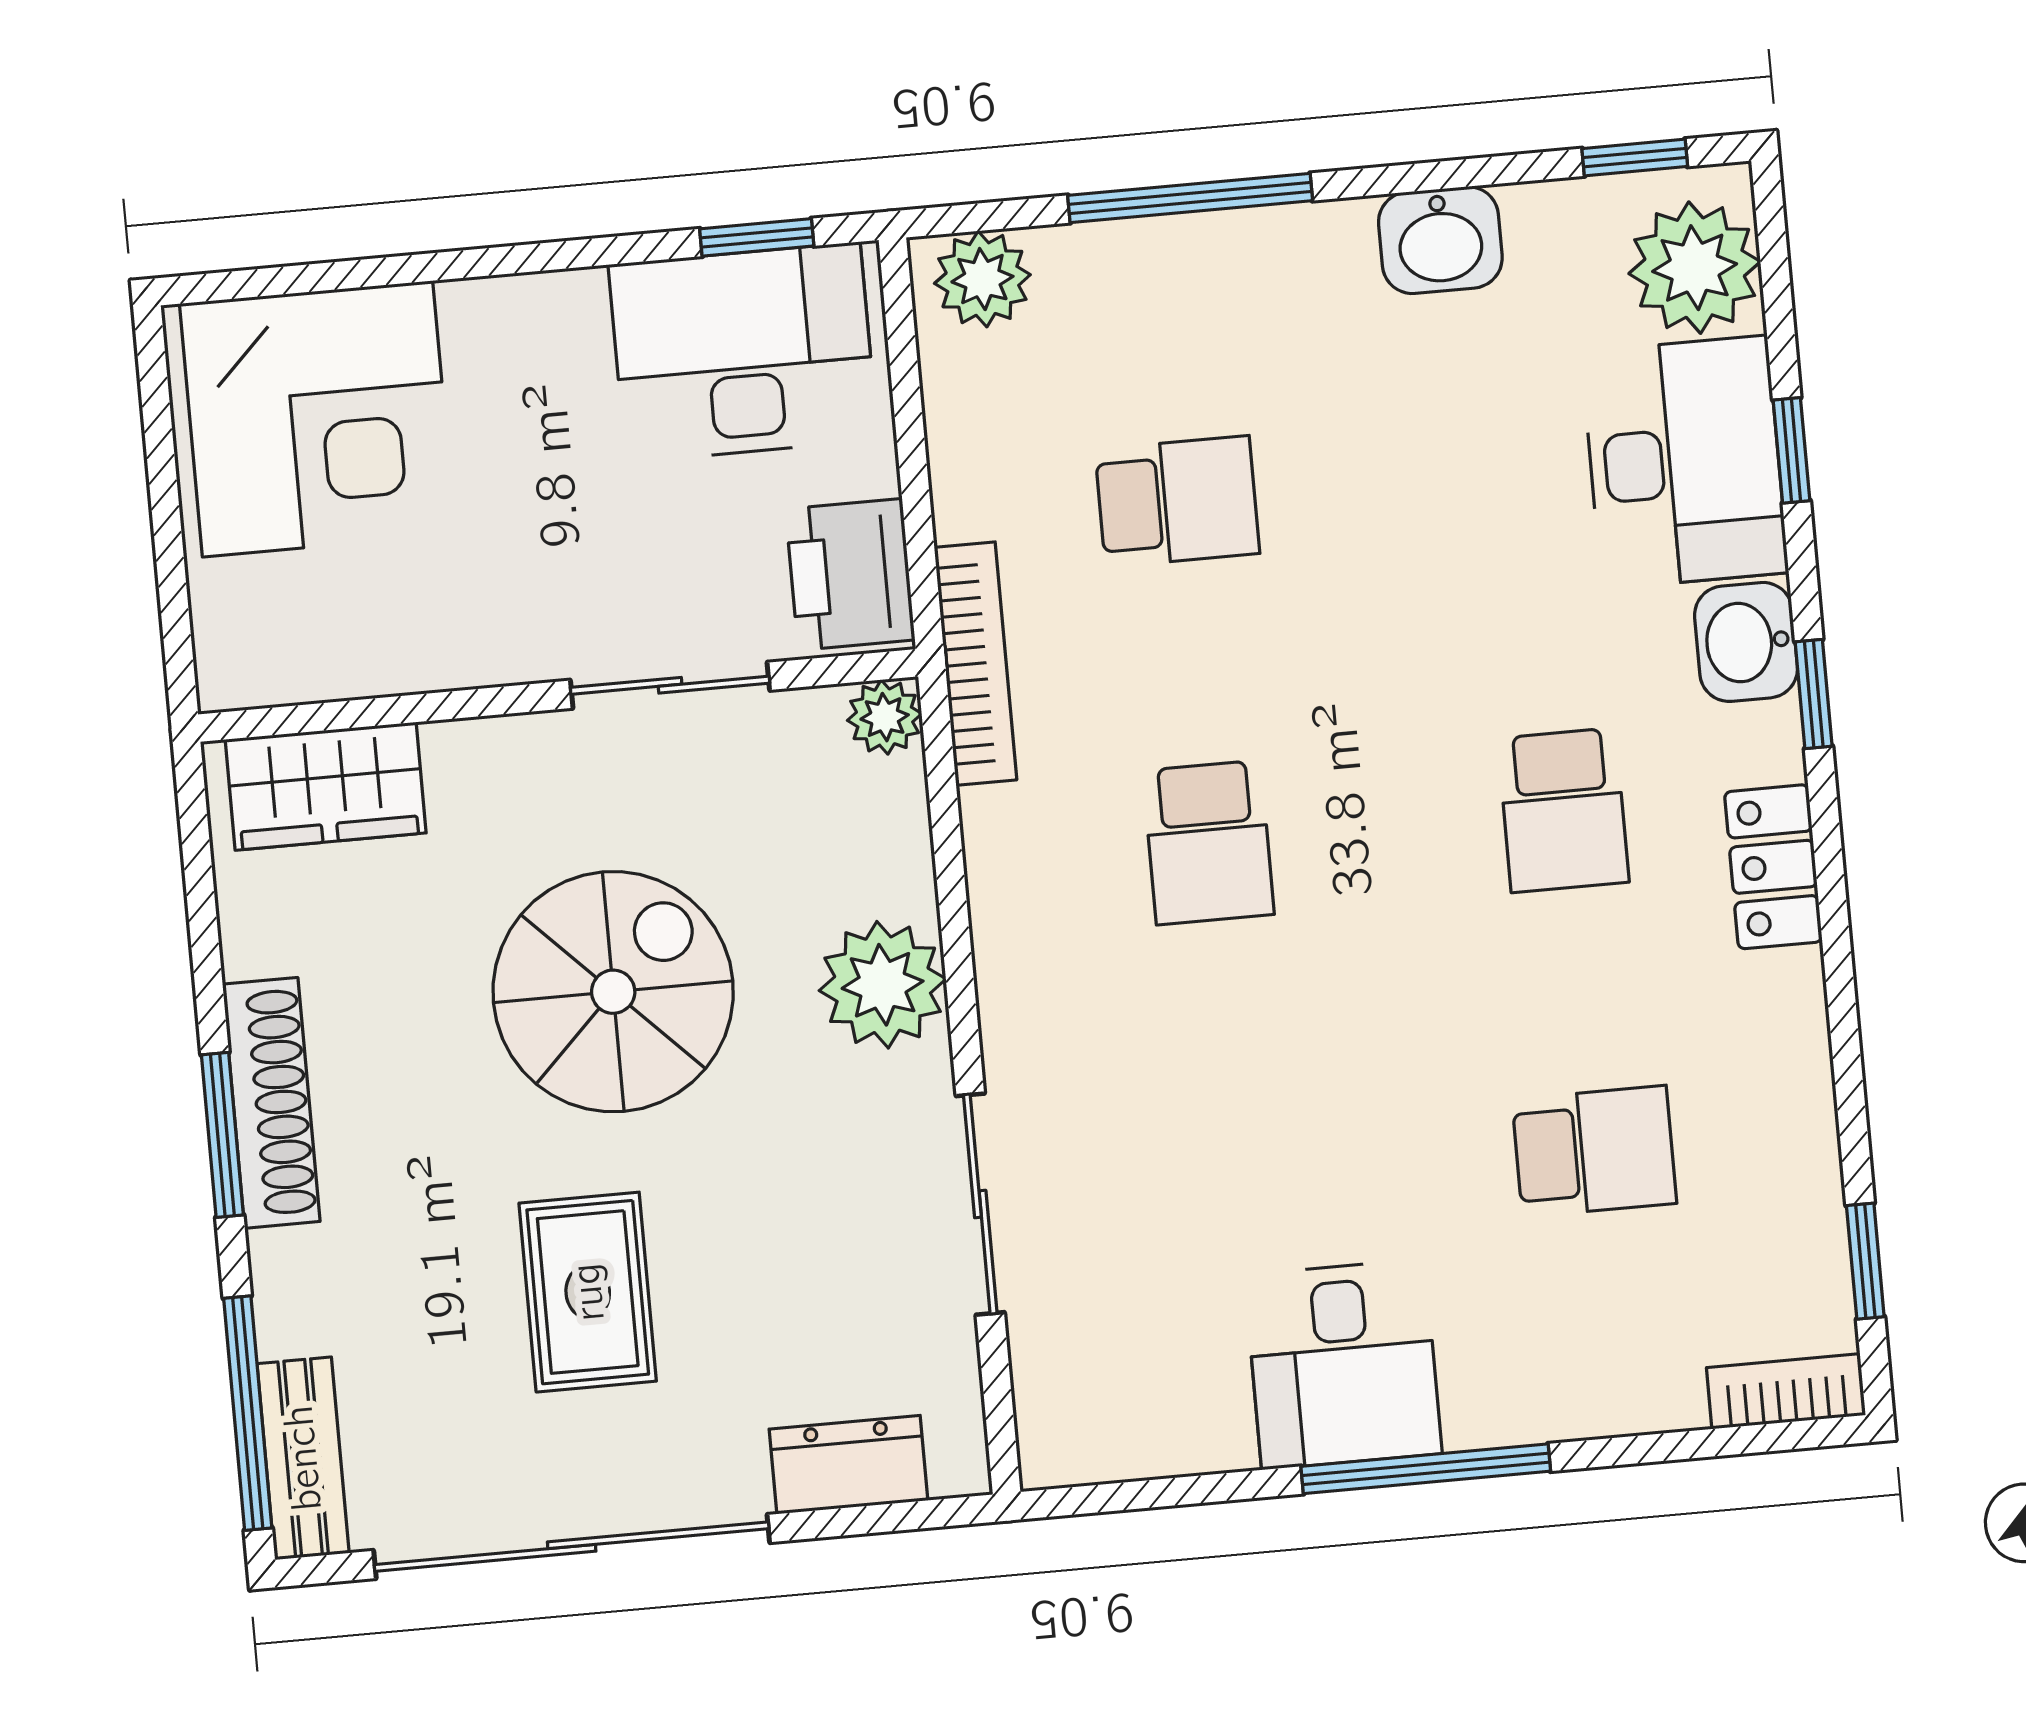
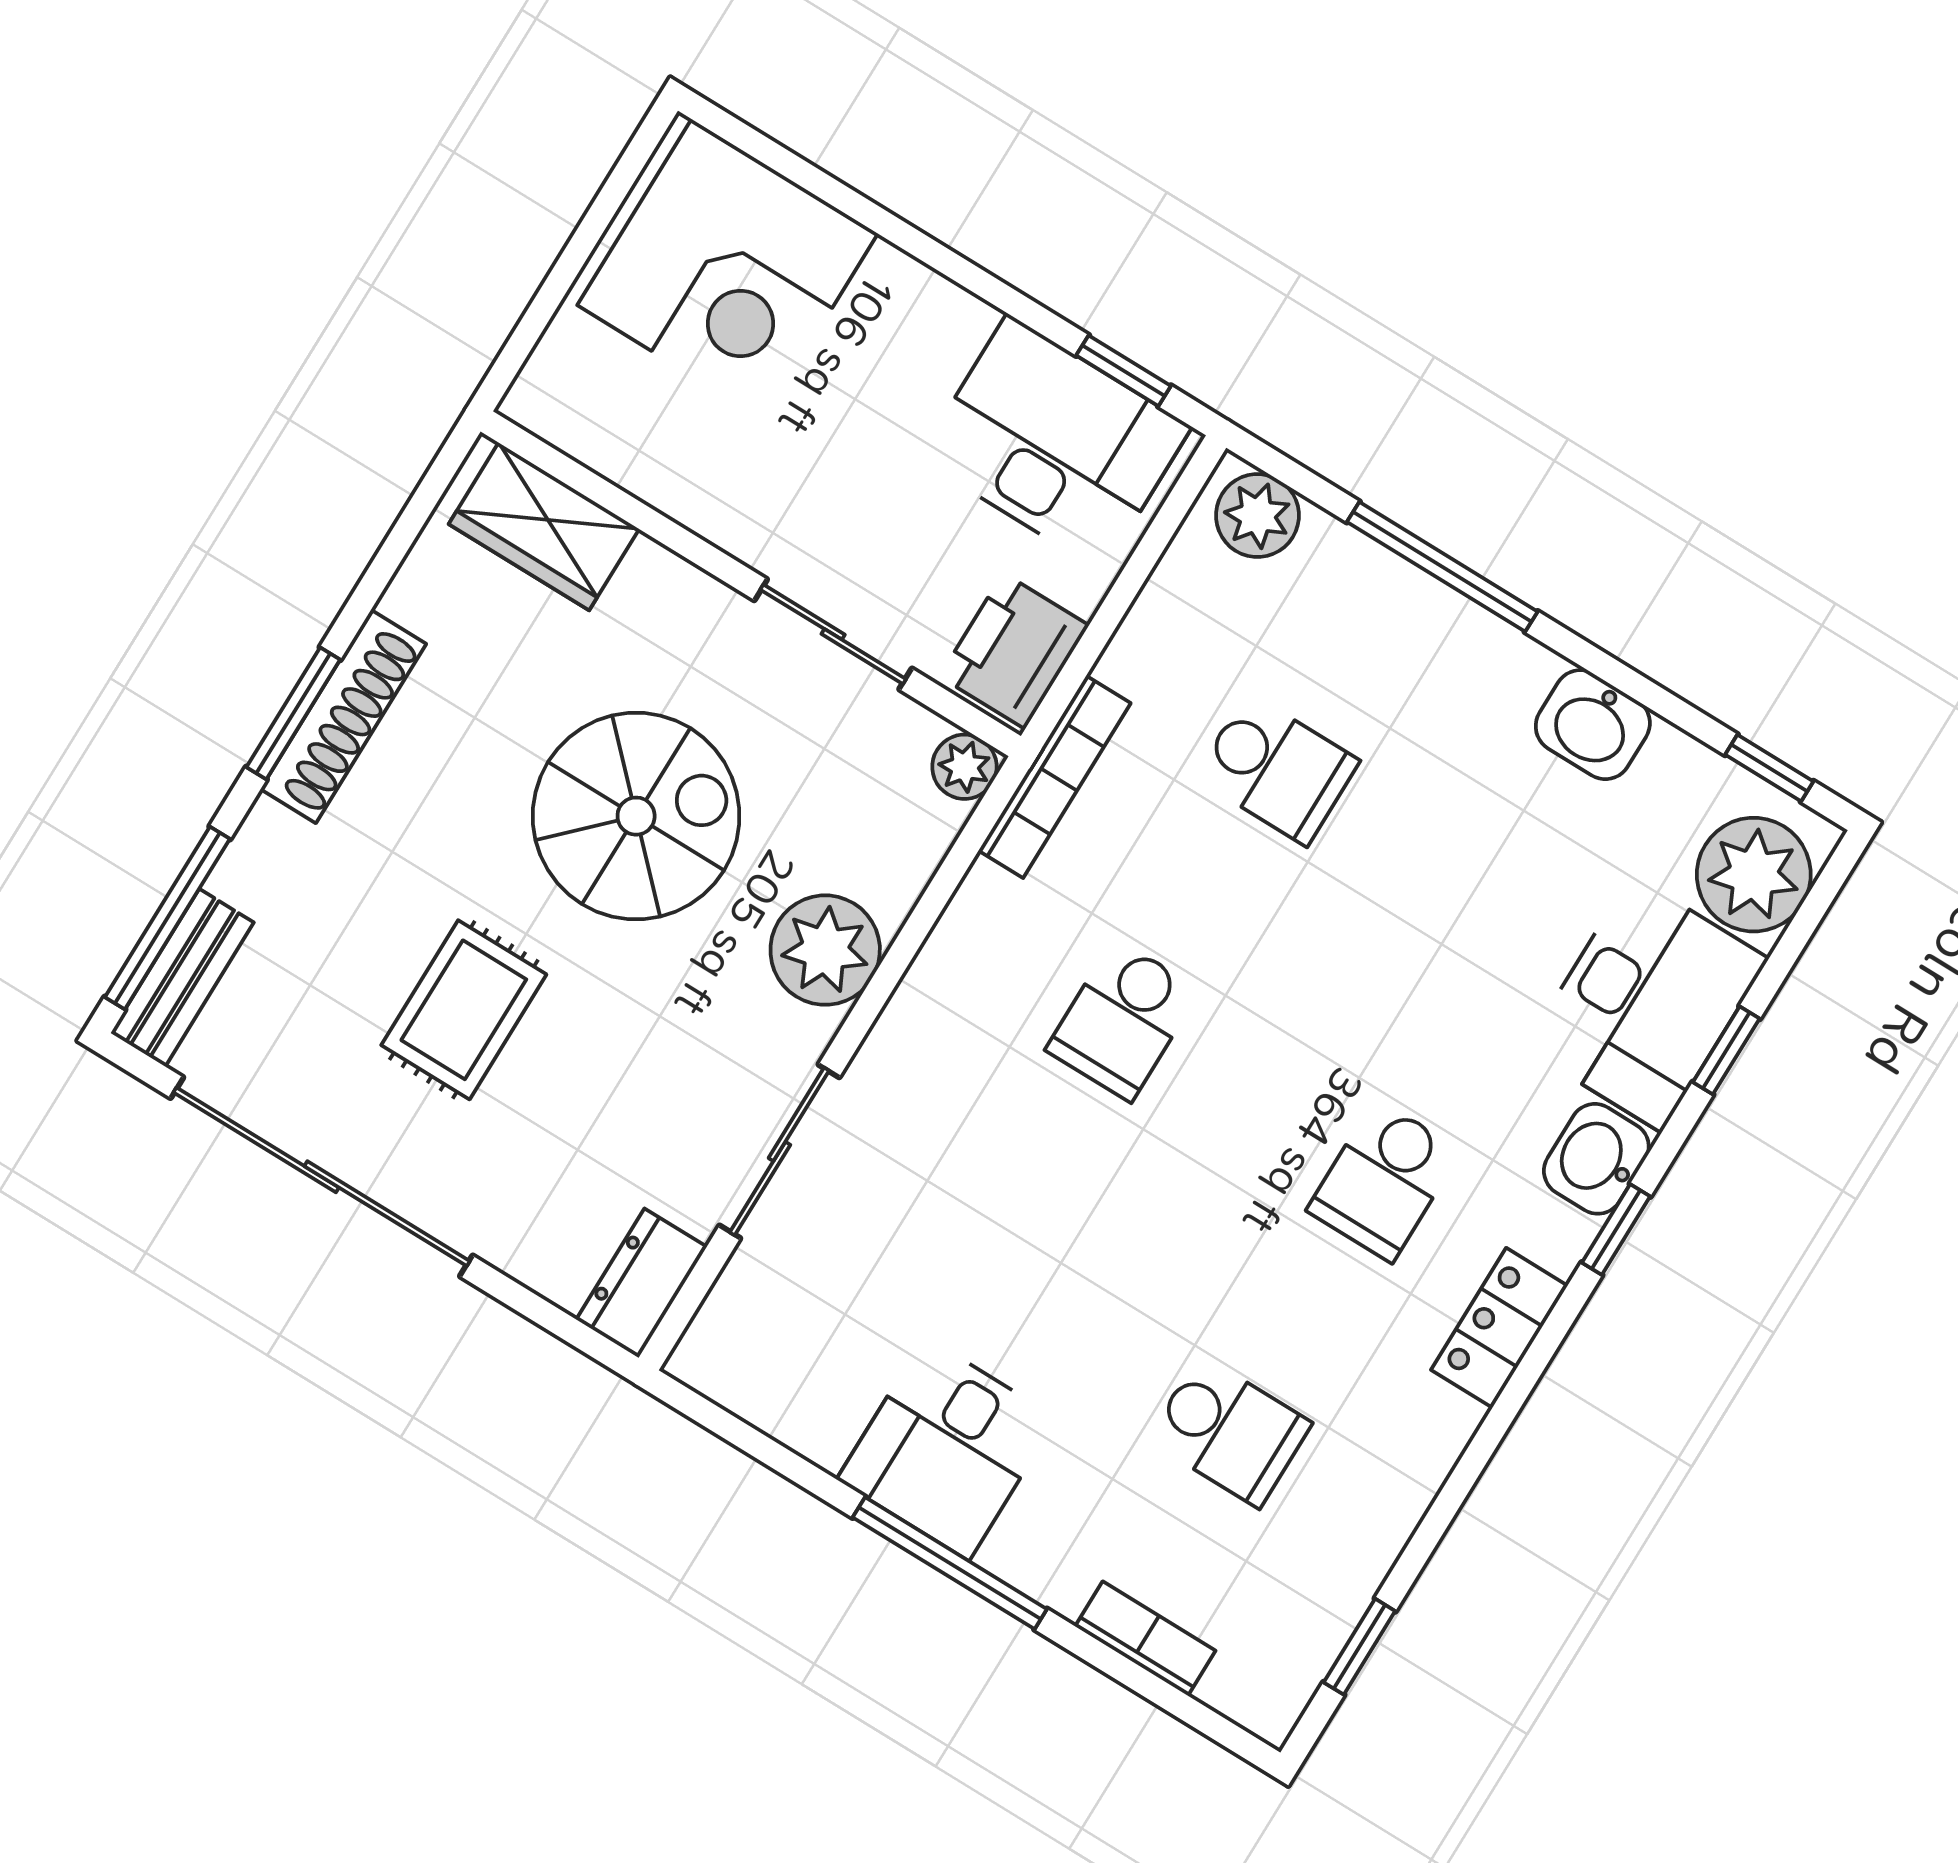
bookcase: (1786, 1391) -> (1145, 1639), moved
dresser: (848, 1465) -> (641, 1283), moved, turned -90

